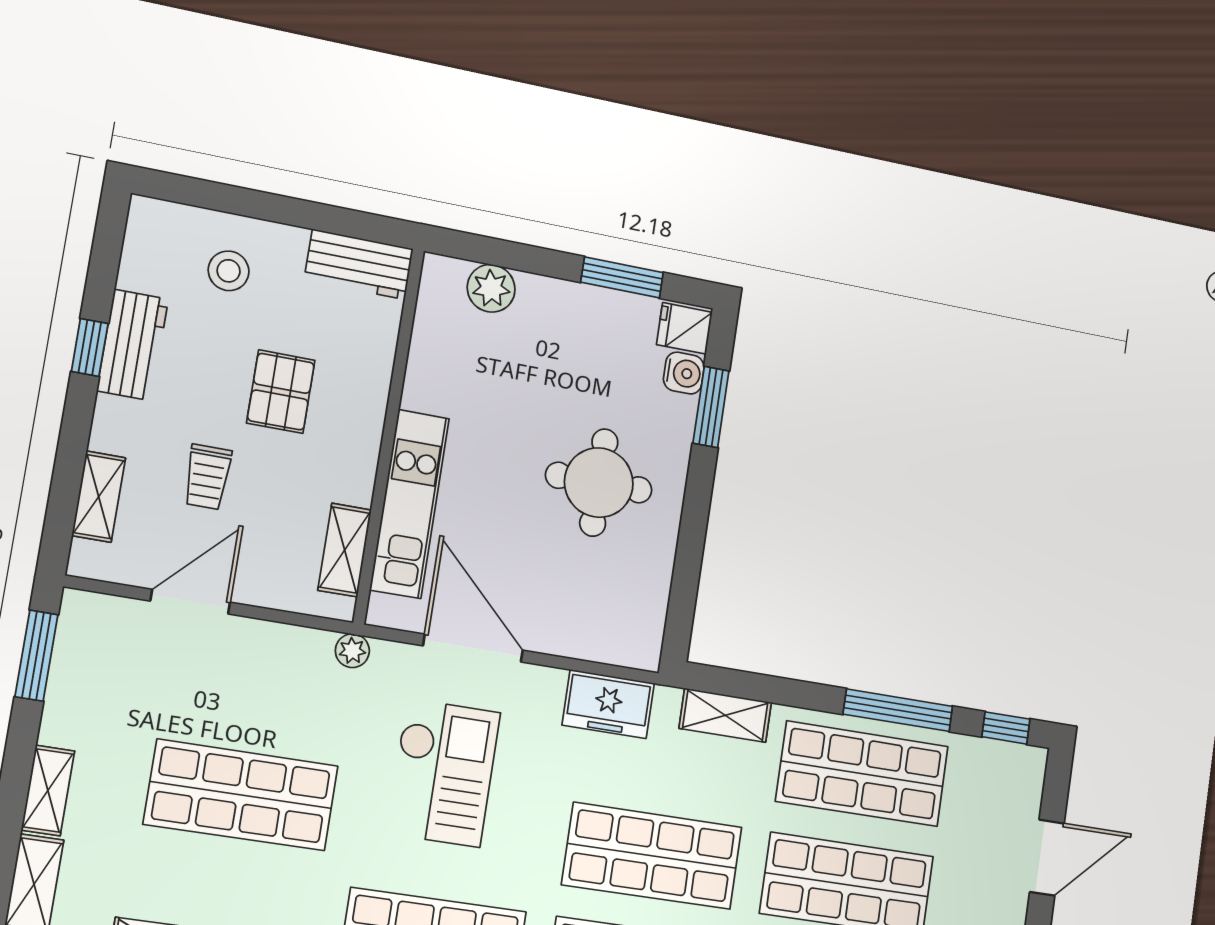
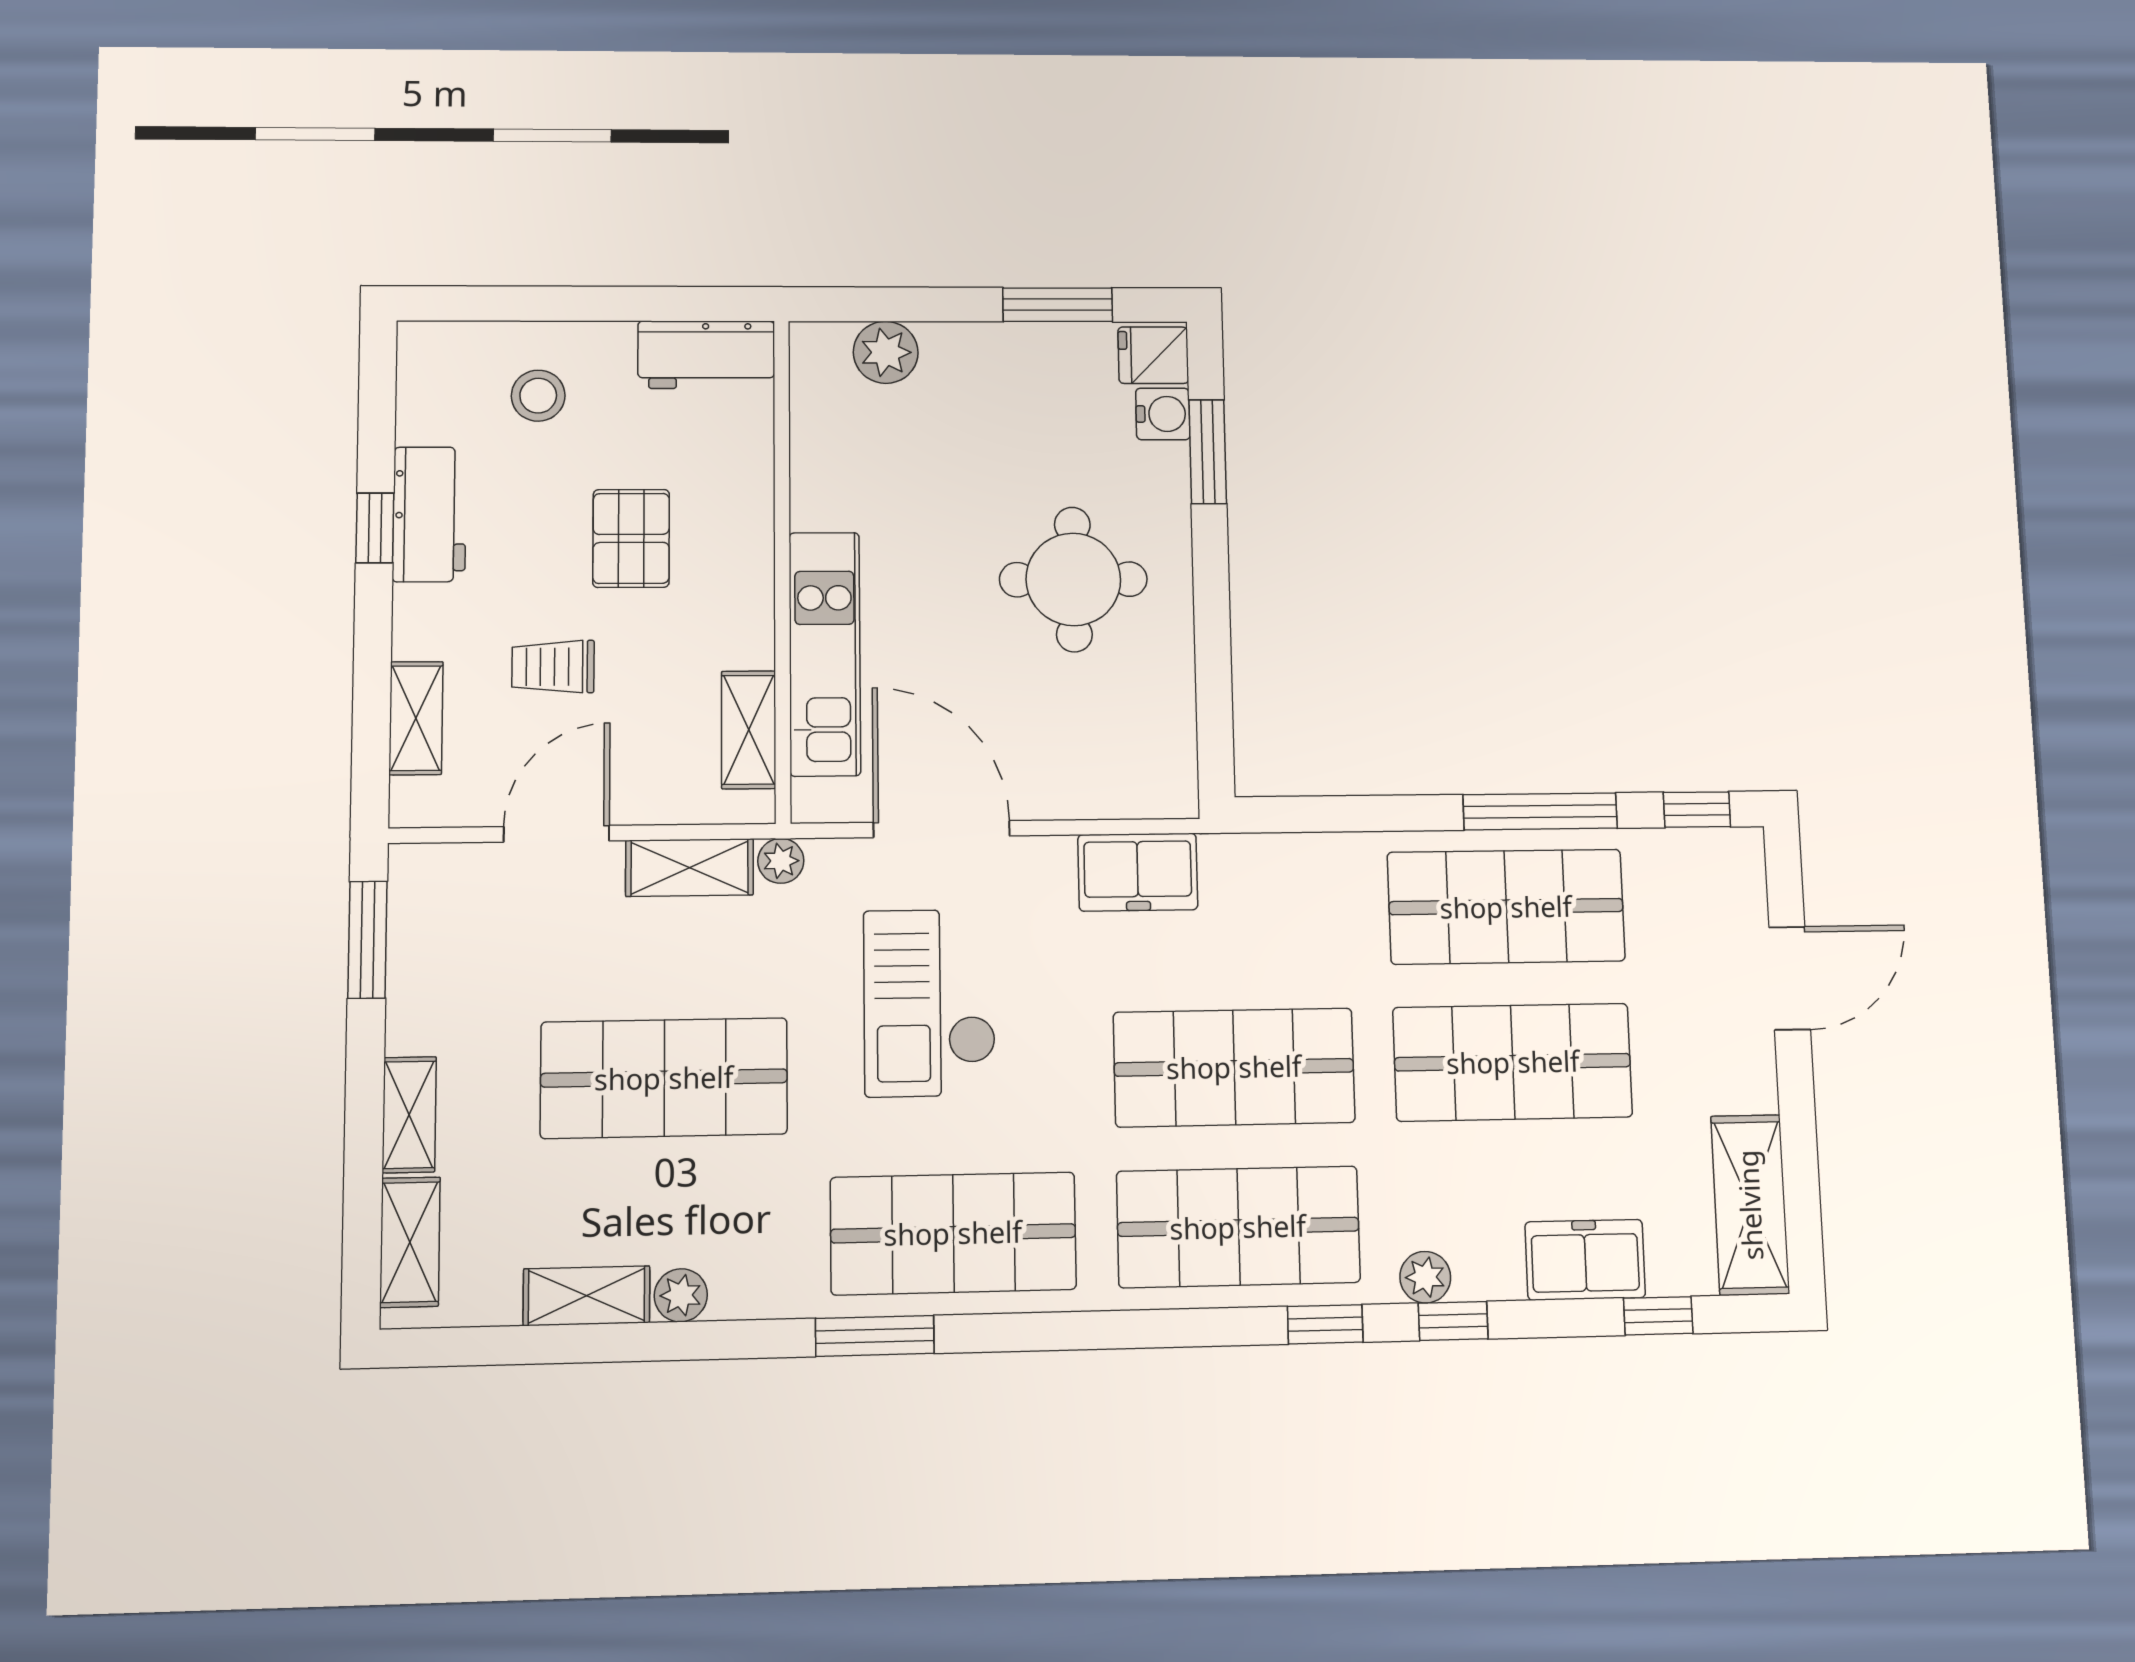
trolley: (207, 477) -> (553, 667), turned 90
shelving: (725, 715) -> (690, 868), moved
checkout: (443, 773) -> (930, 1003), turned 180

